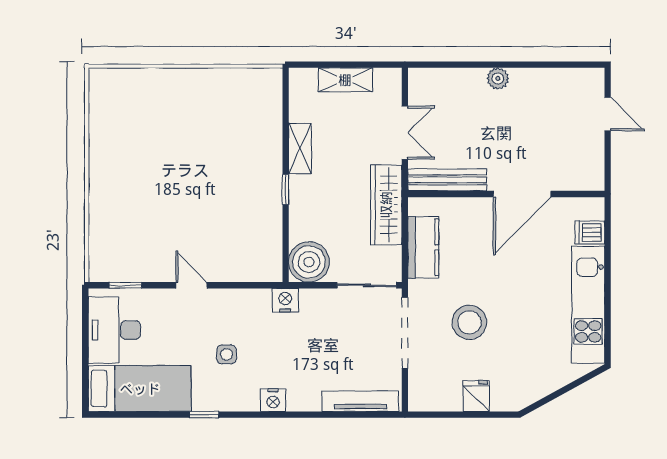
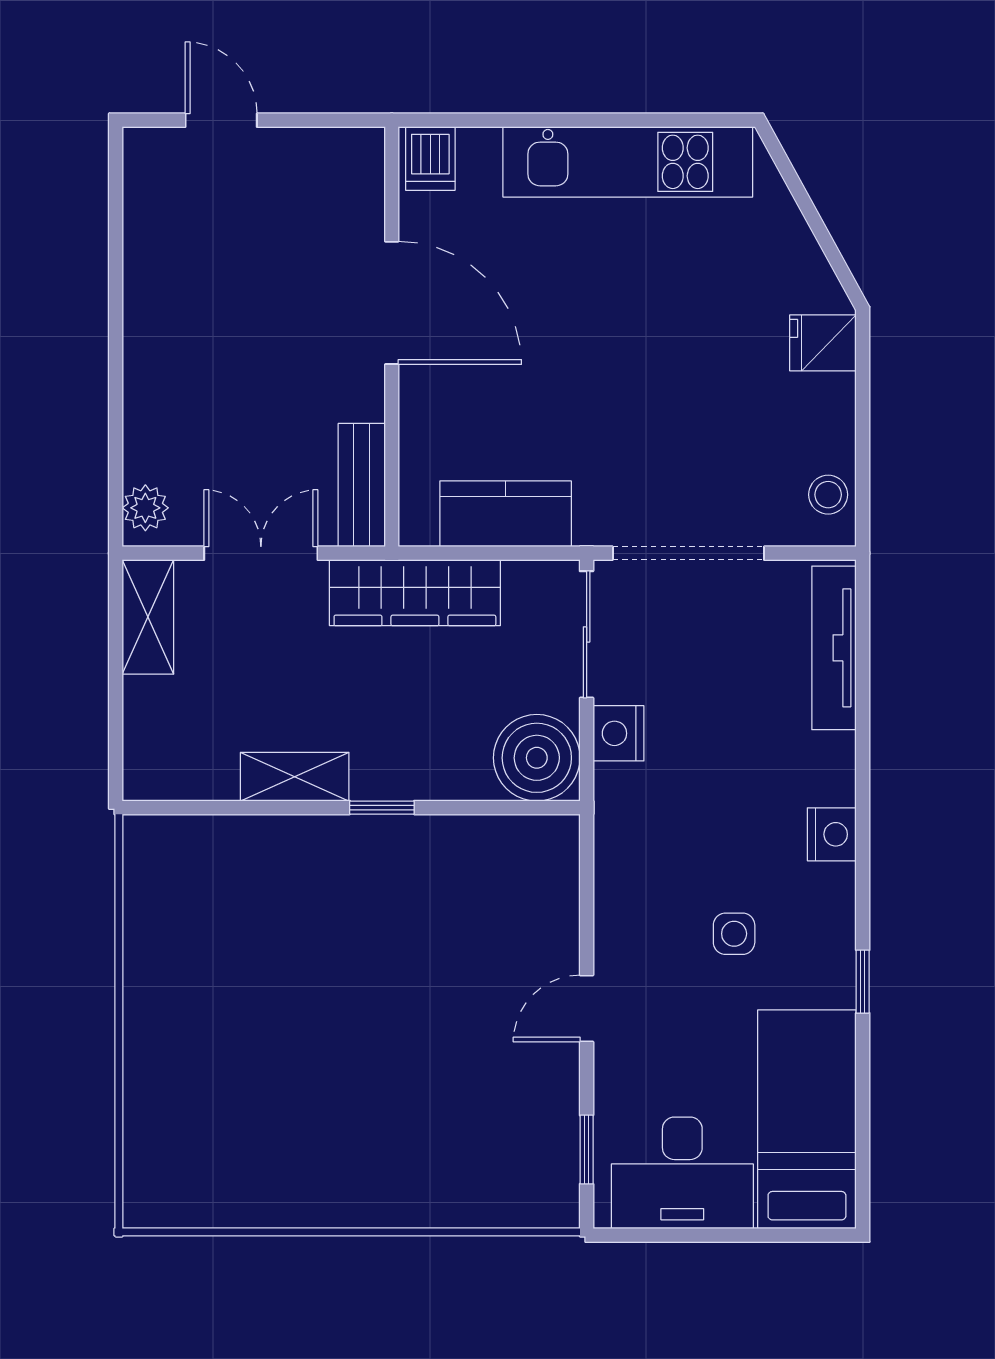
plant: (498, 79) -> (145, 508), moved
shelving: (345, 80) -> (148, 617), moved
door: (608, 114) -> (221, 120), hinge flipped
bench: (447, 180) -> (362, 485), width x0.73
dishwasher: (590, 232) -> (430, 159), moved
nightstand: (285, 300) -> (619, 733), moved
stool: (469, 322) -> (828, 495), moved, width x0.53, depth x0.53
fridge: (476, 396) -> (823, 343), moved

